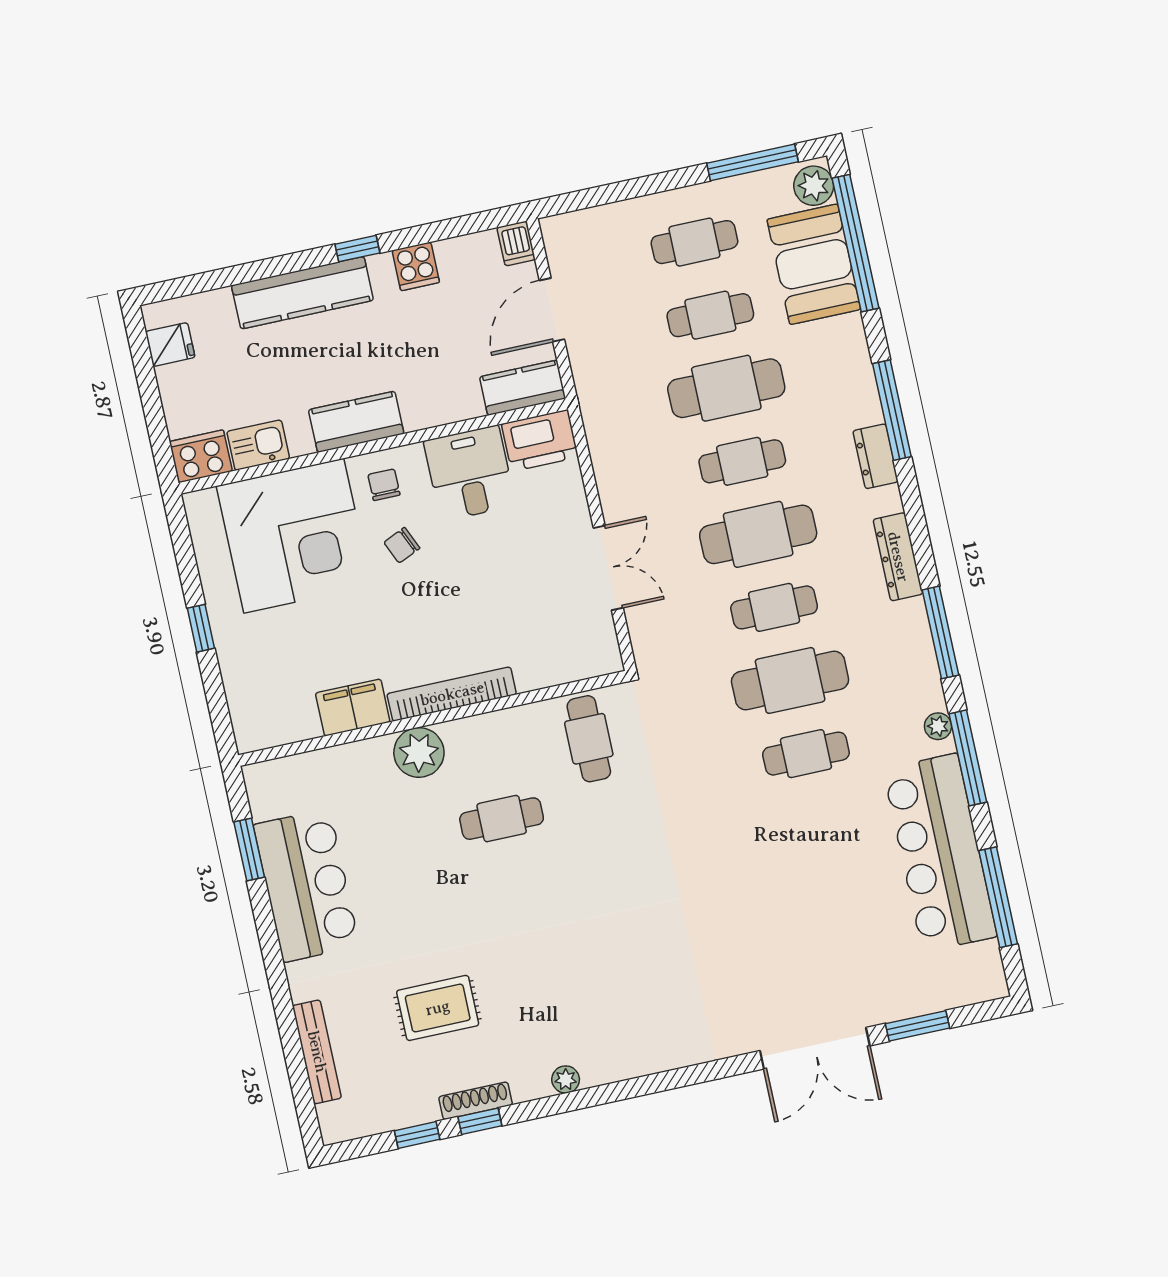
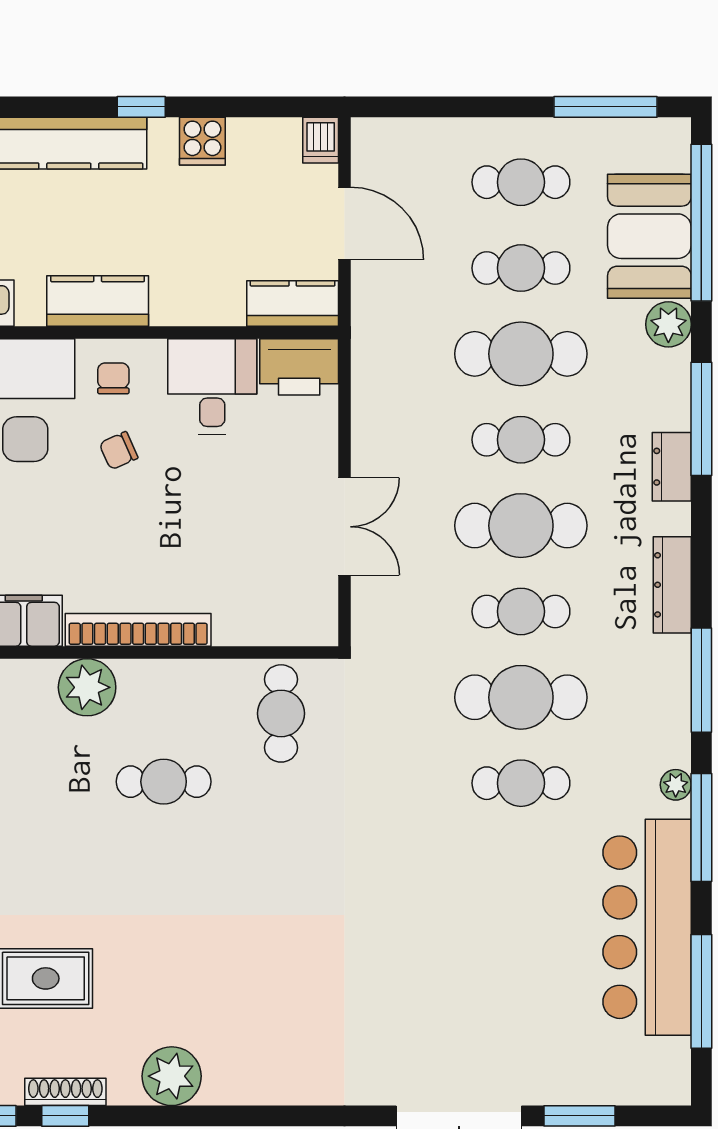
plant: (814, 186) -> (668, 324), moved
door: (552, 310) -> (345, 223), swing flipped
plant: (566, 1079) -> (172, 1076), width x1.87, depth x1.87

